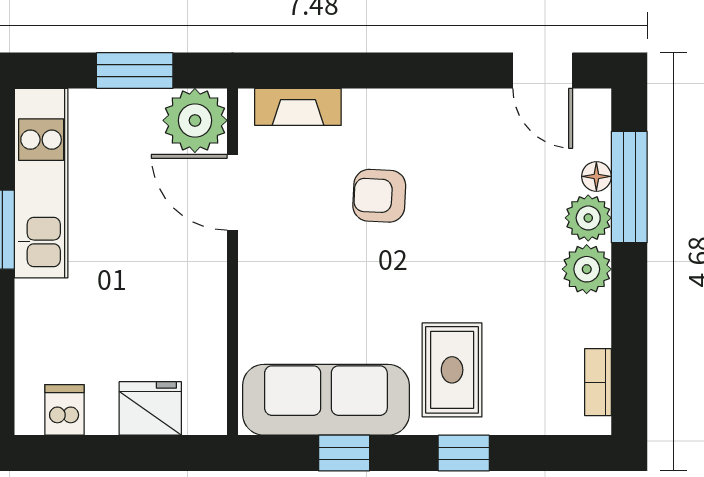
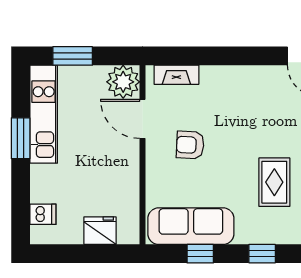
window: (135, 71) -> (73, 56), moved
armchair: (379, 196) -> (190, 145), moved
rug: (452, 370) -> (274, 182), moved
dishwasher: (64, 410) -> (43, 214), moved, turned 90

